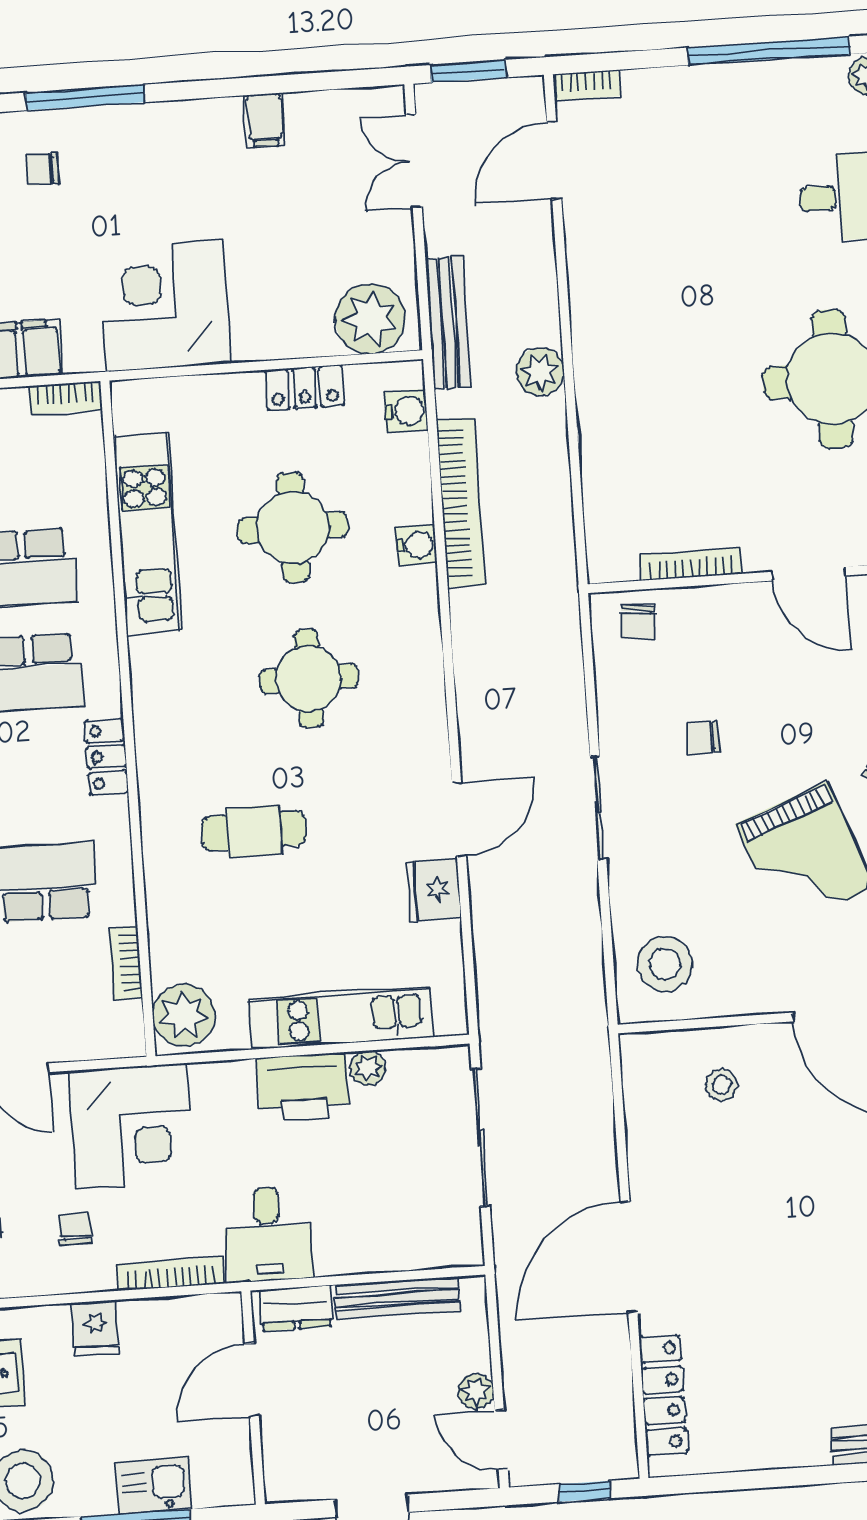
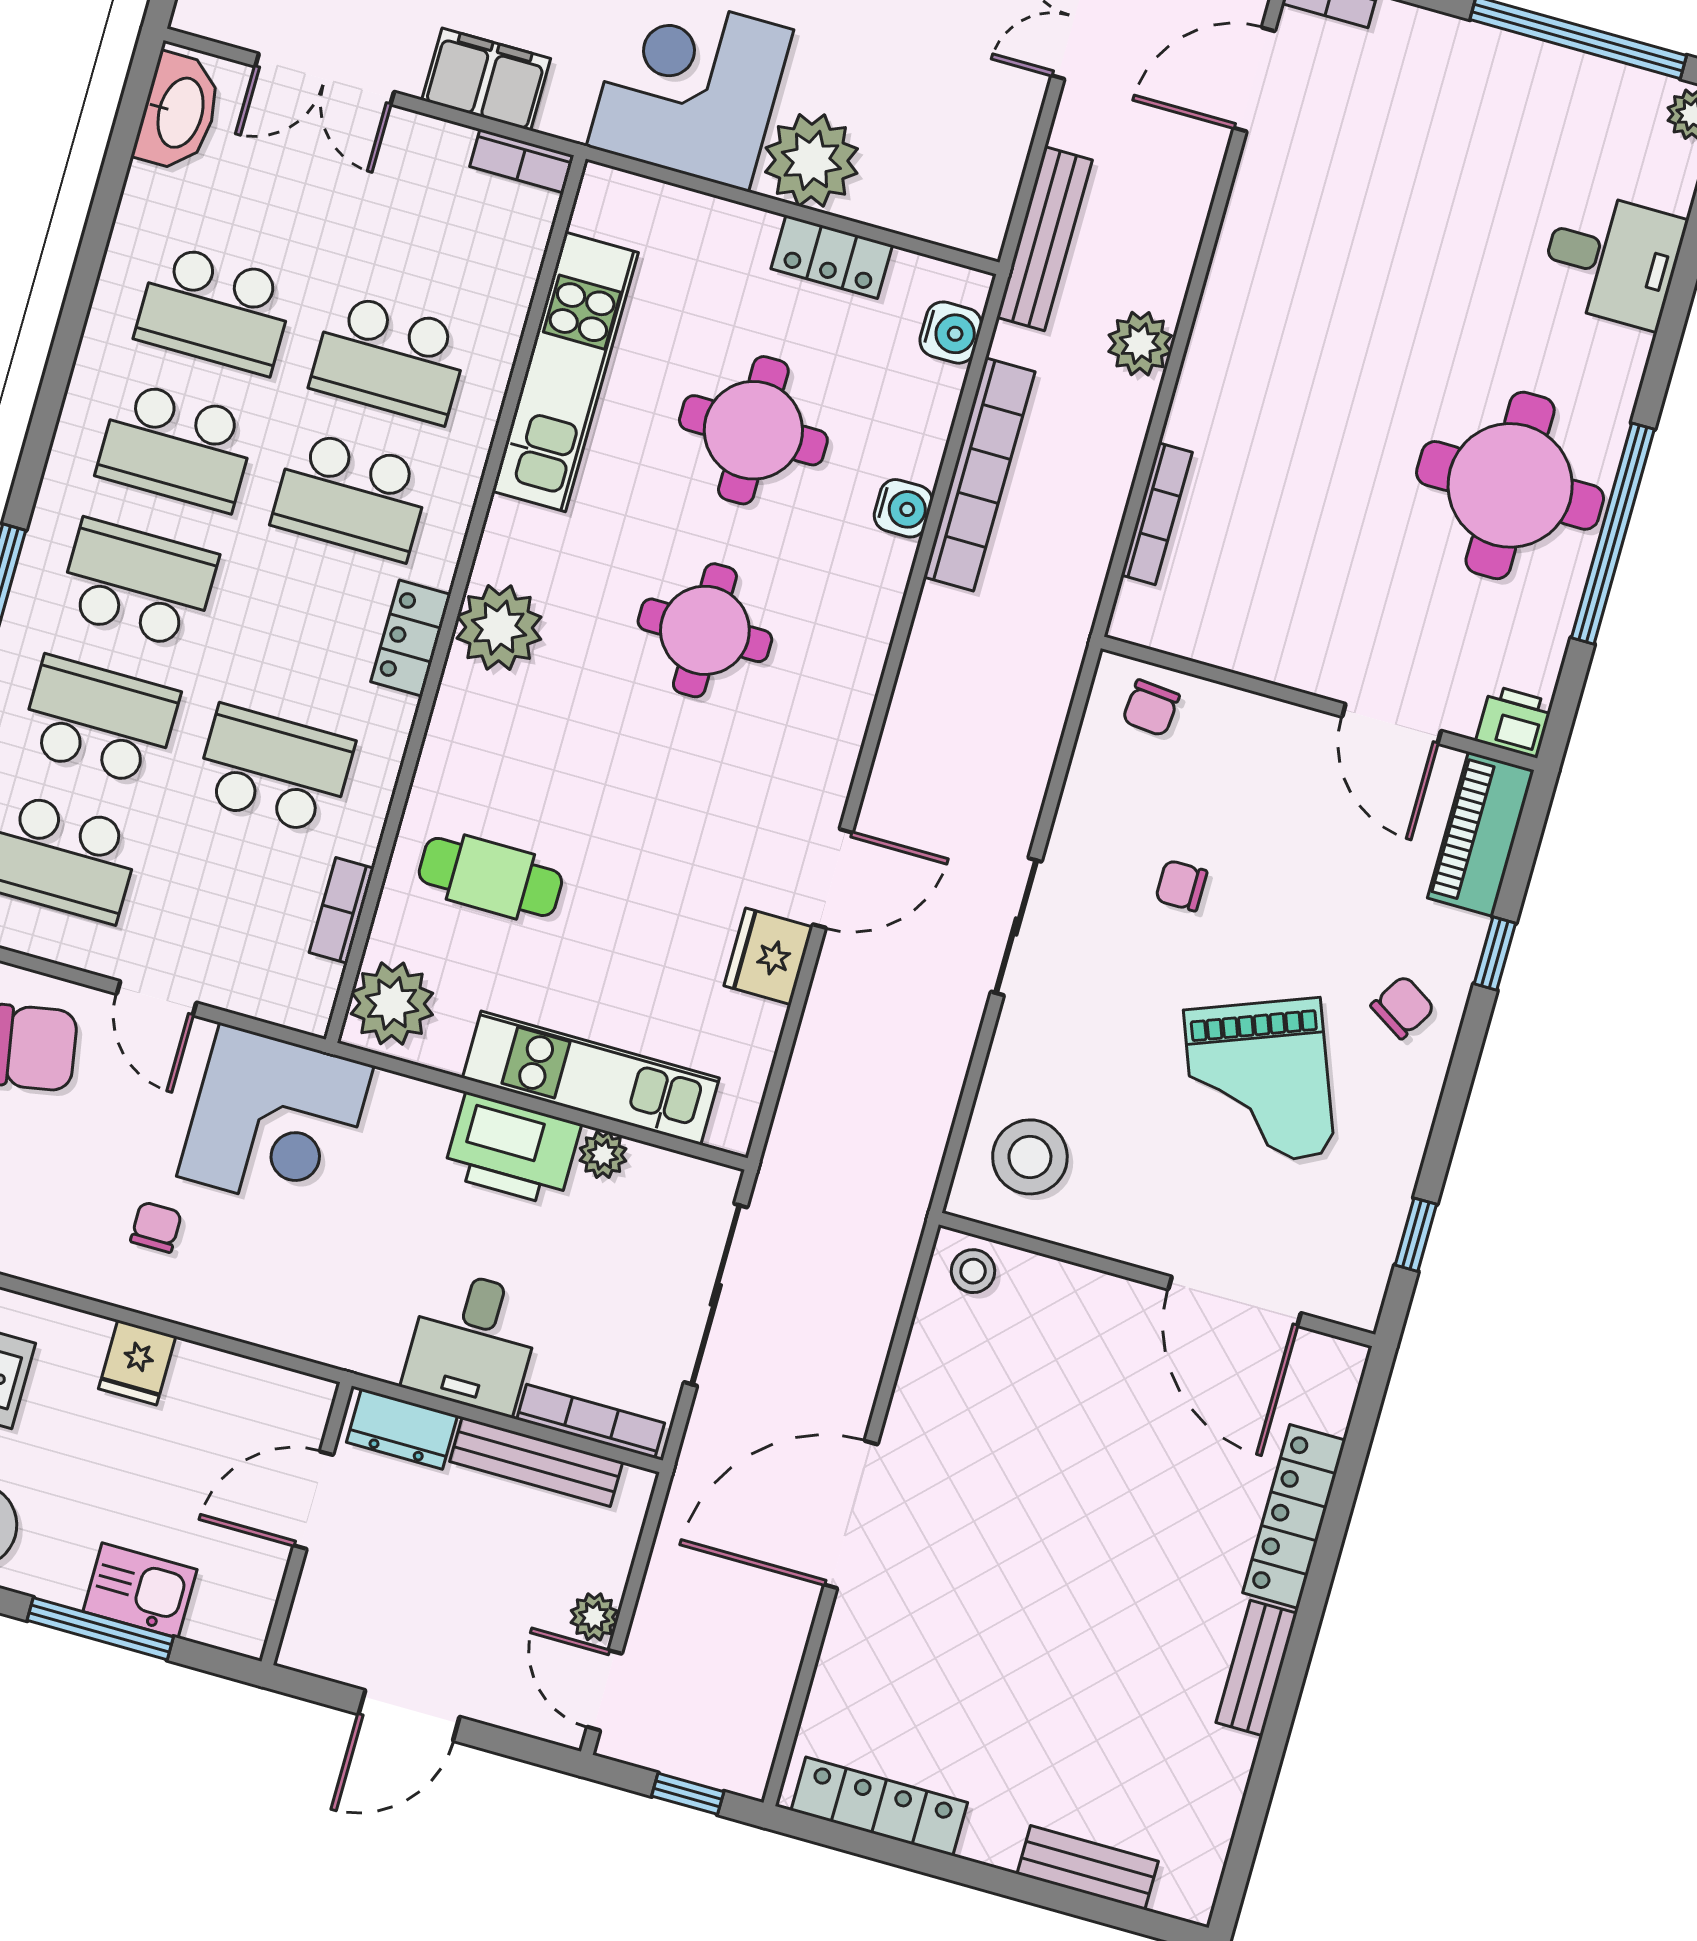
plant: (370, 319) -> (811, 160), moved
bookcase: (691, 564) -> (1157, 514), moved, turned 90
plant: (165, 728) -> (499, 628), added
cafe table: (254, 831) -> (490, 877), moved
stool: (722, 1085) -> (973, 1271), moved
desk: (268, 1234) -> (473, 1342), moved
bookcase: (171, 1274) -> (591, 1421), moved
locker: (663, 1395) -> (879, 1806), moved, turned -90

